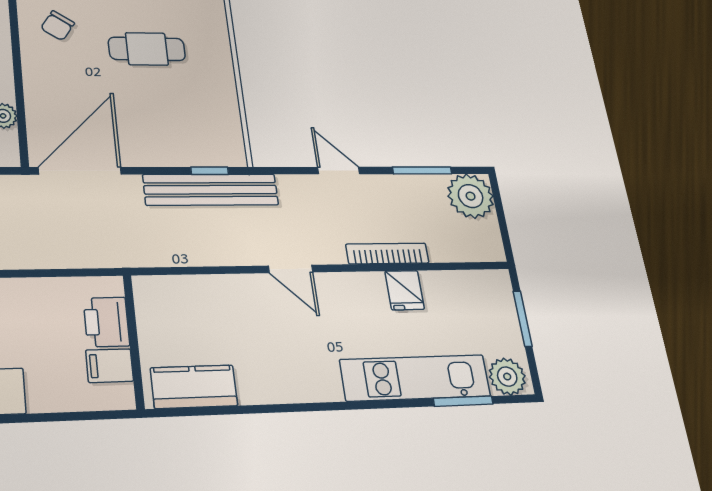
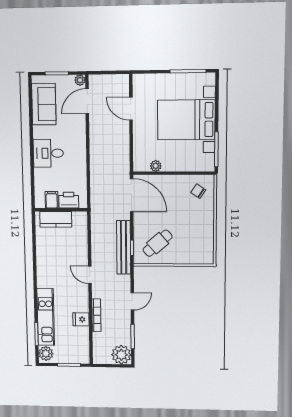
cafe table: (147, 49) -> (158, 243), moved, turned 49
door: (291, 269) -> (90, 275), hinge flipped
kitchen counter: (194, 387) -> (56, 219), moved, turned 90

